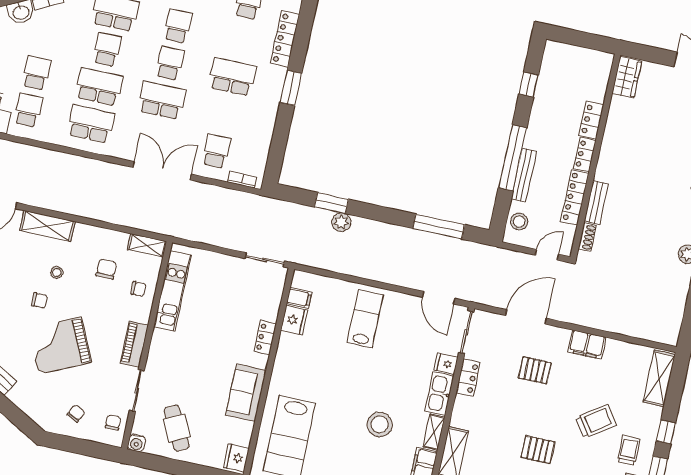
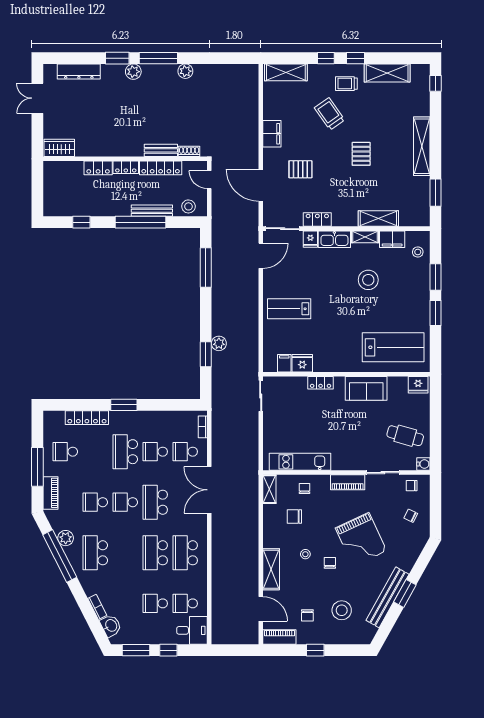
school desk: (107, 50) -> (155, 452), moved
pallet: (535, 370) -> (300, 169), turned 90
cafe table: (177, 428) -> (405, 436), turned 43

